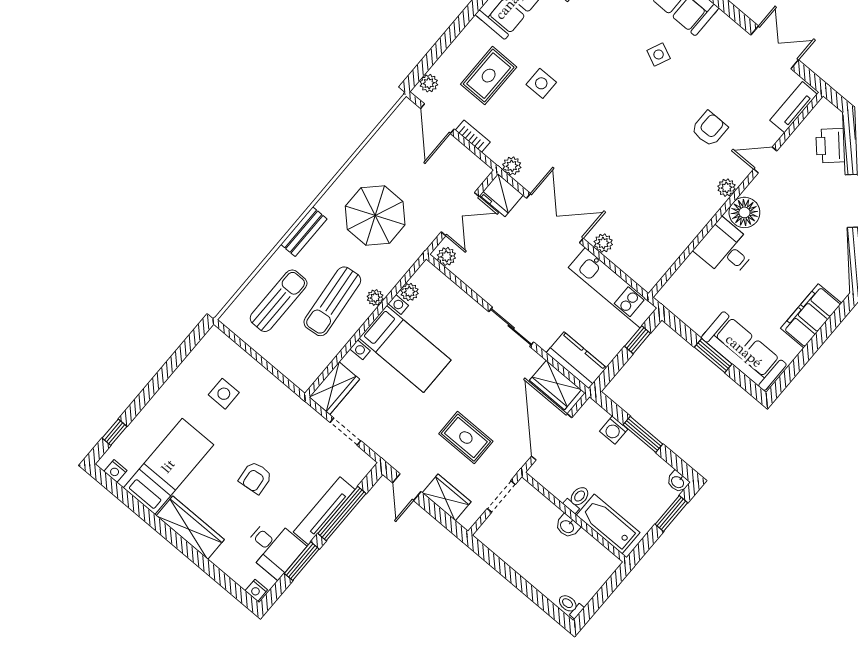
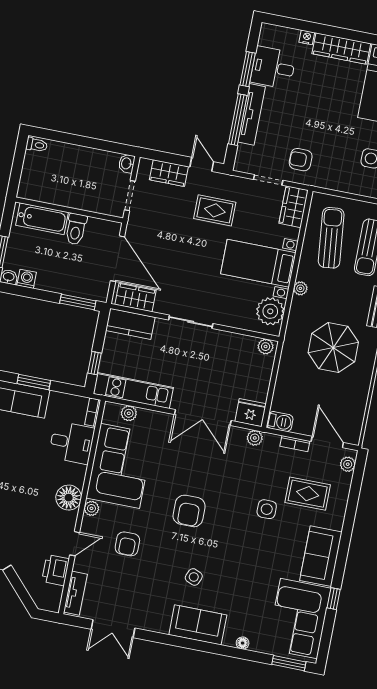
rug: (489, 76) -> (308, 494), turned 90
armchair: (625, 127) -> (189, 511), added
printer: (830, 146) -> (56, 570), moved, turned -138
barbecue: (476, 168) -> (280, 422), added
double door: (460, 214) -> (273, 382), removed
corner sofa: (671, 216) -> (120, 466), added
plant: (603, 243) -> (129, 413), moved
desk: (726, 249) -> (72, 443), moved
bookcase: (669, 289) -> (93, 412), added
plant: (410, 292) -> (270, 311), width x1.87, depth x1.87
sun lounger: (332, 301) -> (331, 238), moved
washing machine: (614, 430) -> (27, 279), moved
window: (643, 434) -> (78, 302), moved
rug: (466, 438) -> (215, 210), moved
armchair: (255, 478) -> (301, 160), moved, turned -84
toilet: (577, 499) -> (76, 229), width x1.37, depth x1.39
washbasin: (567, 526) -> (127, 163), moved, turned -90
nightstand: (256, 590) -> (307, 37), moved

